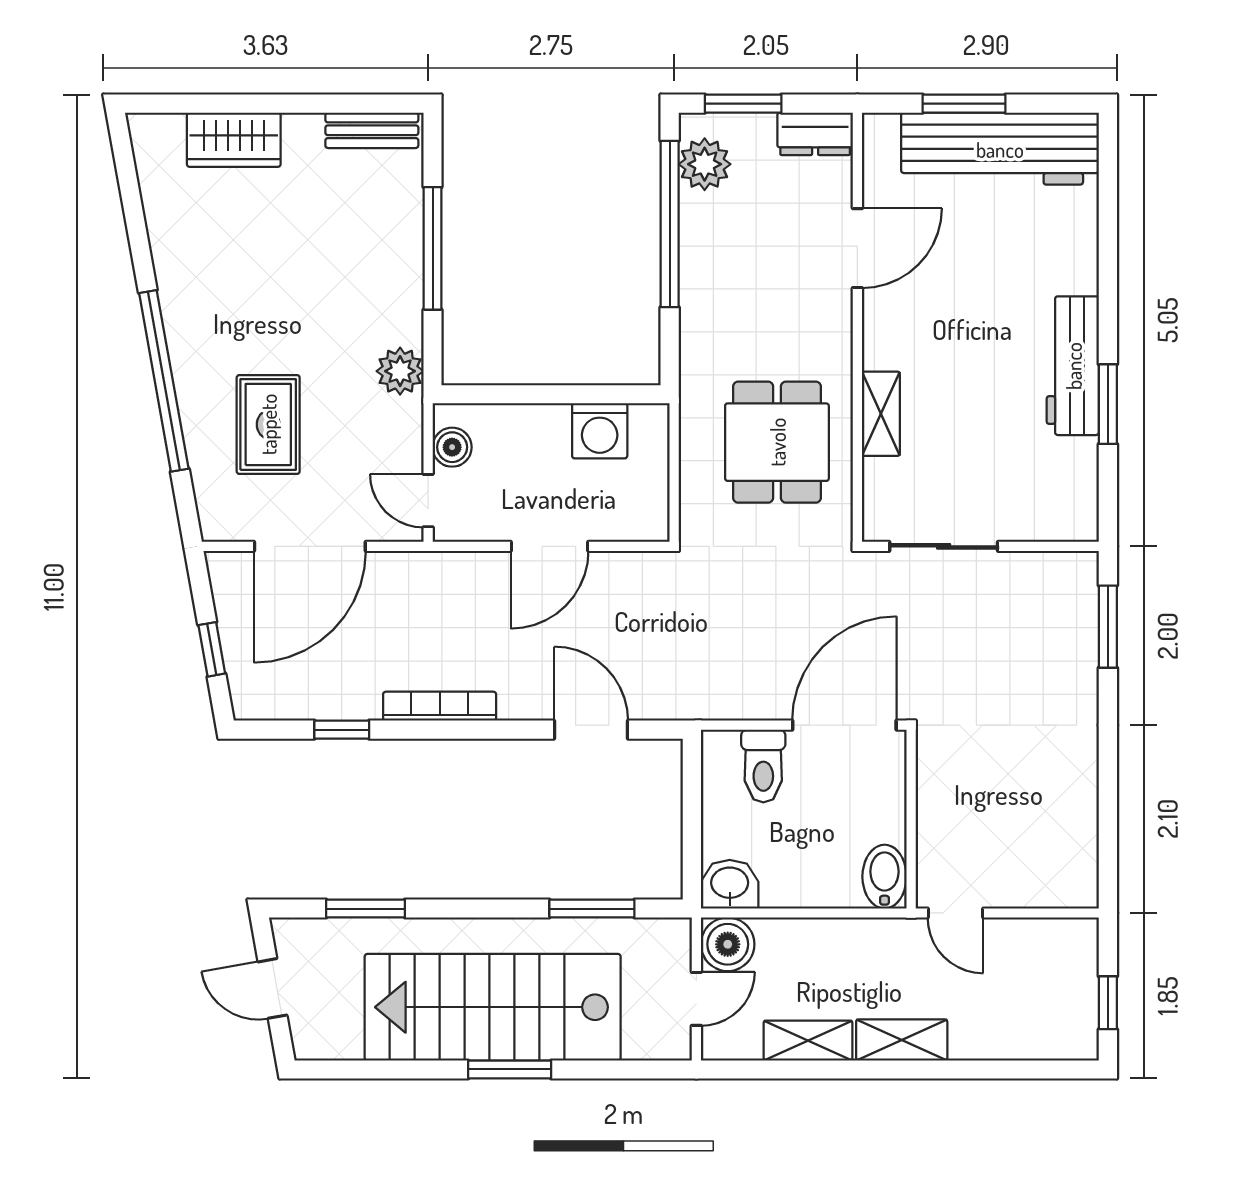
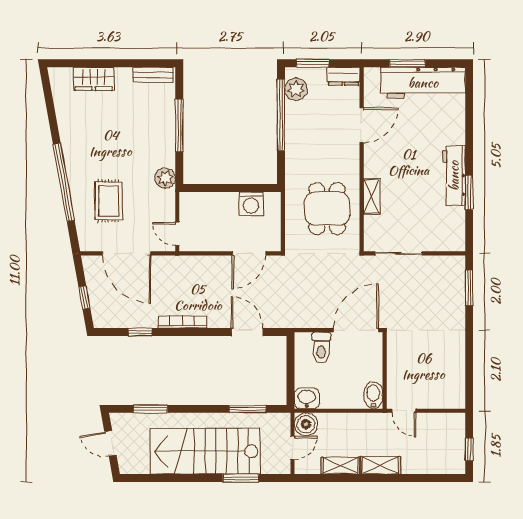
boiler: (452, 447) -> (188, 211), removed
door: (310, 546) -> (127, 253), hinge flipped
door: (550, 546) -> (249, 253), moved
window: (510, 1069) -> (241, 478), moved

